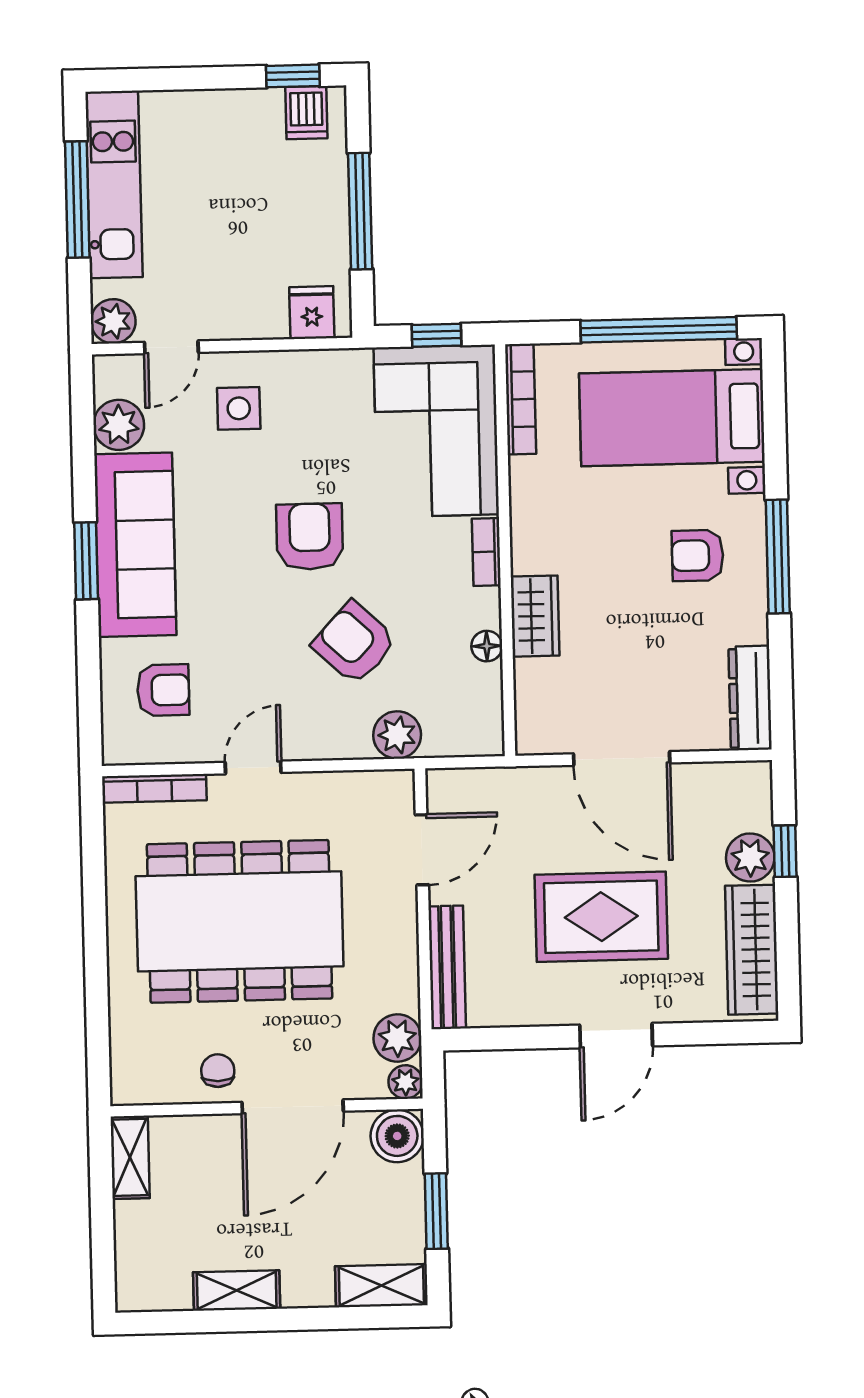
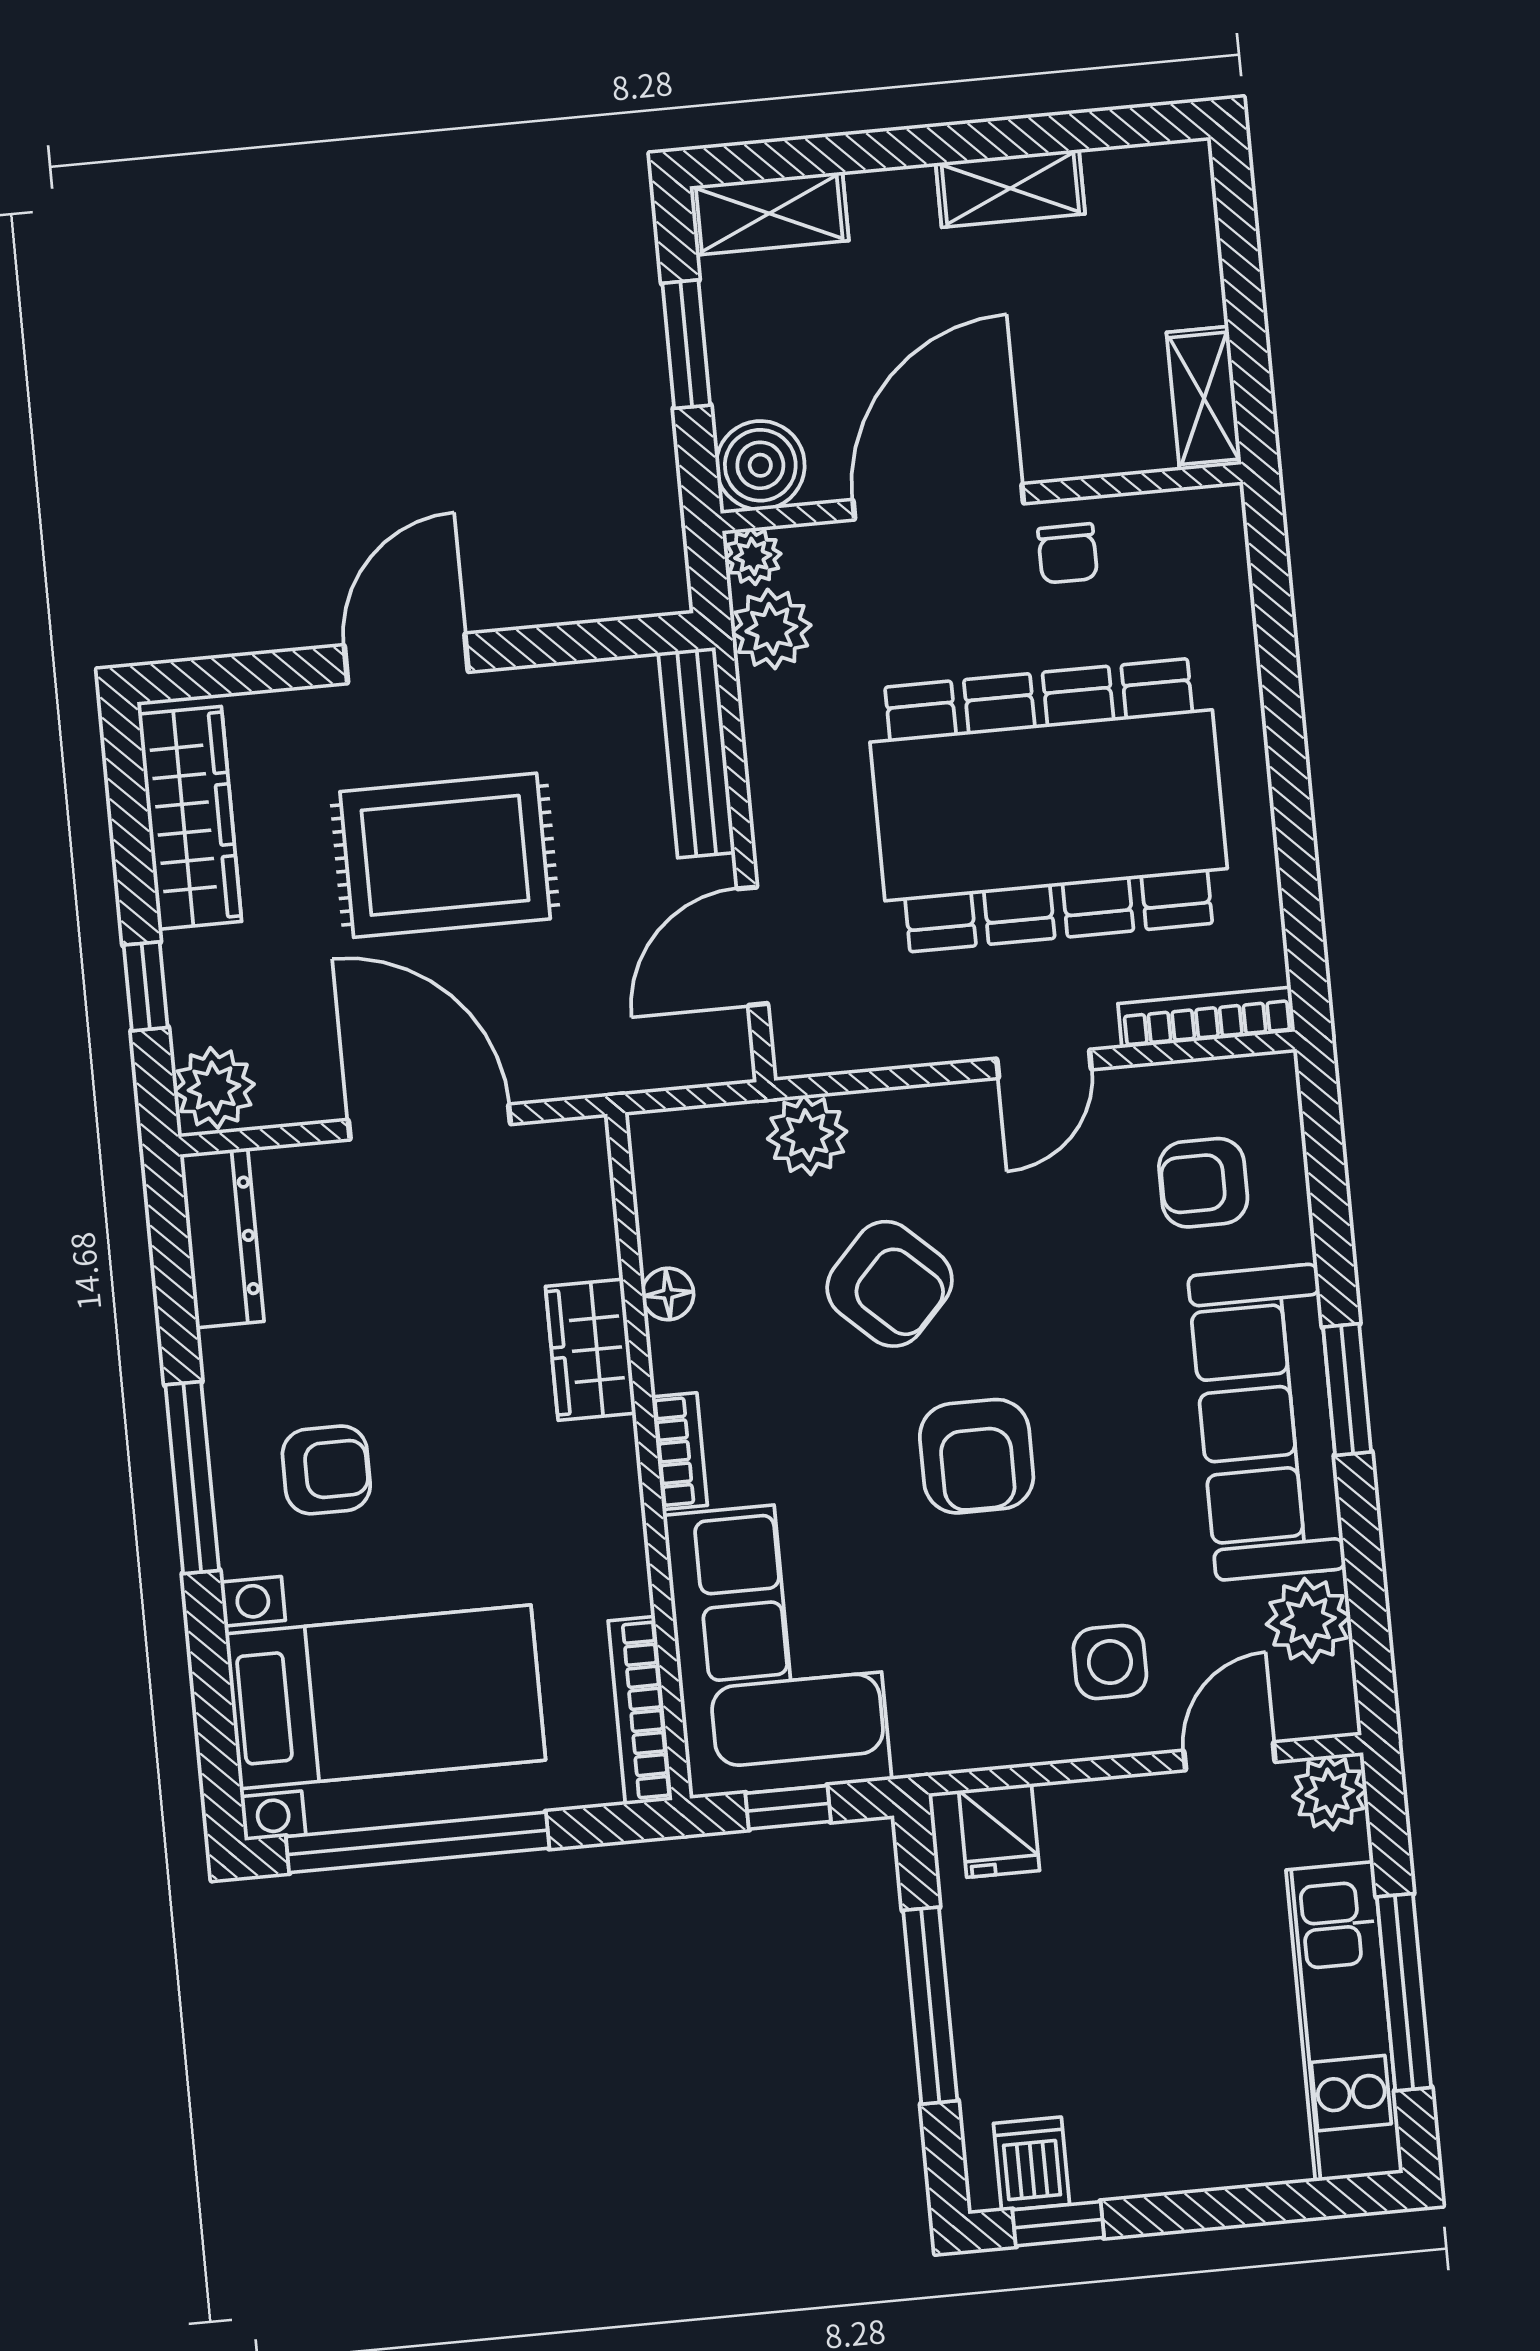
plant: (750, 858) -> (214, 1088), moved

